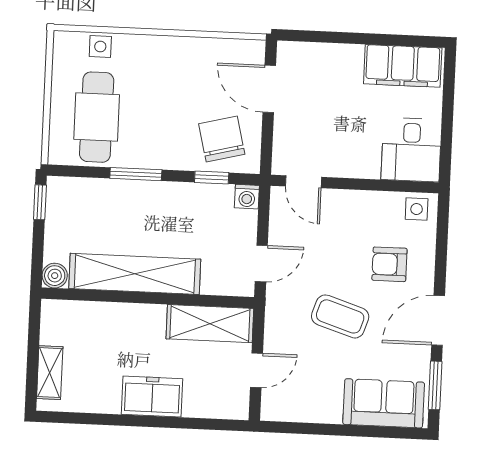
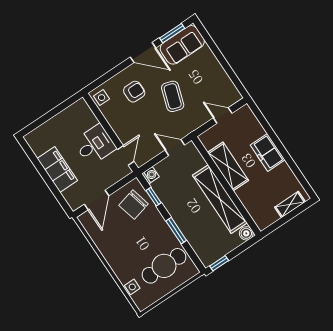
filing cabinet: (403, 66) -> (57, 169), moved
desk: (411, 150) -> (95, 145), moved
armchair: (389, 264) -> (134, 92), turned -90
shelving: (210, 324) -> (228, 166), moved
sofa: (384, 403) -> (182, 45), moved, turned -90

